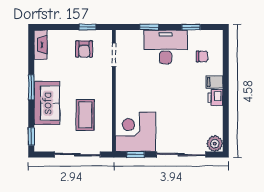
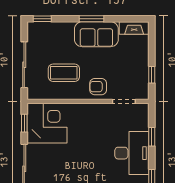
armchair: (84, 49) -> (98, 87), moved
sofa: (47, 103) -> (96, 34), moved

